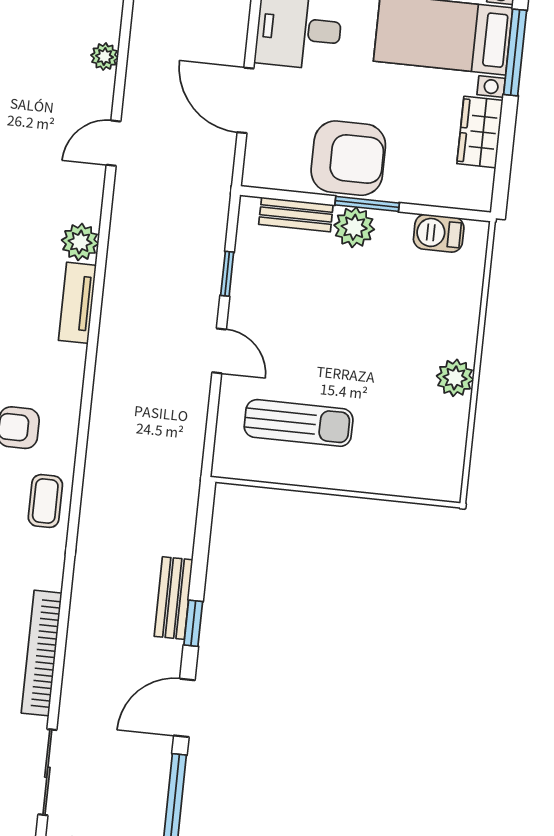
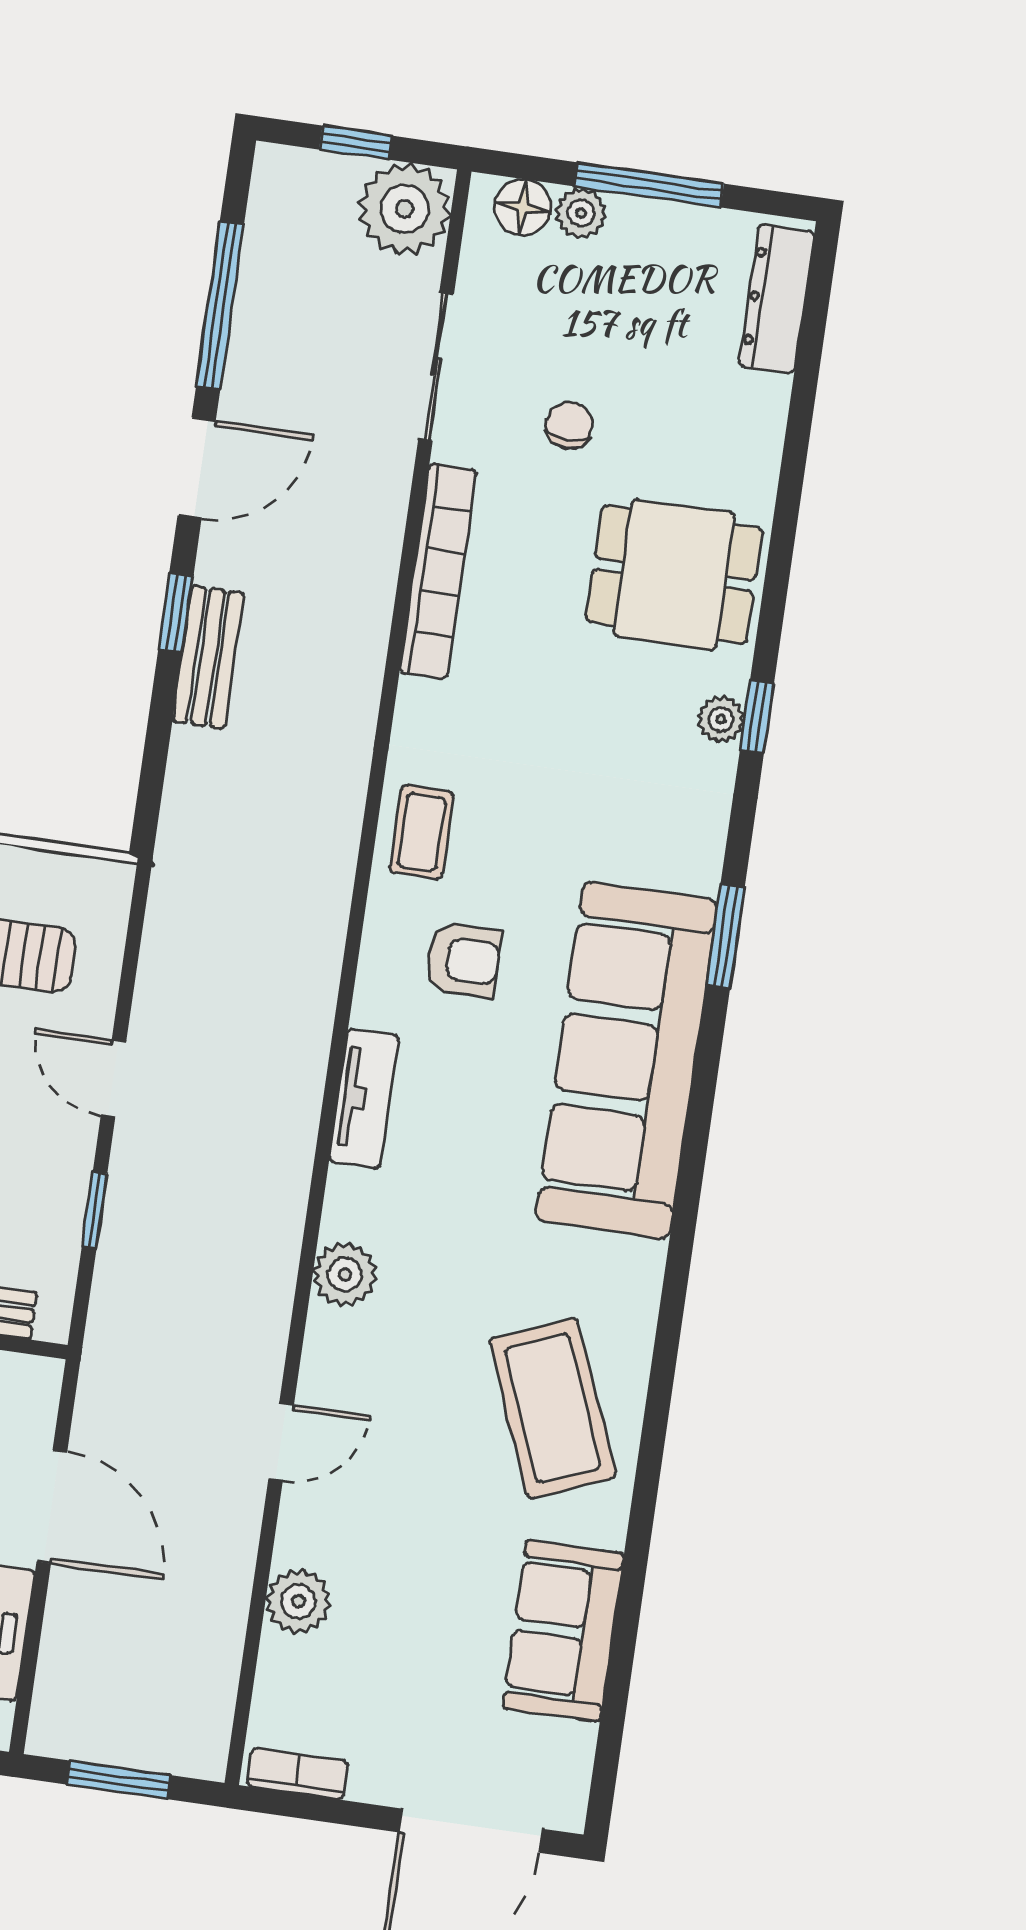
plant: (104, 57) -> (298, 1601), width x1.38, depth x1.38
tv unit: (77, 303) -> (364, 1098), moved

